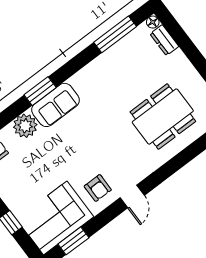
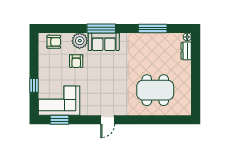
window: (115, 34) -> (153, 28), moved
window: (40, 91) -> (101, 28), width x1.44
armchair: (98, 188) -> (76, 61), moved

